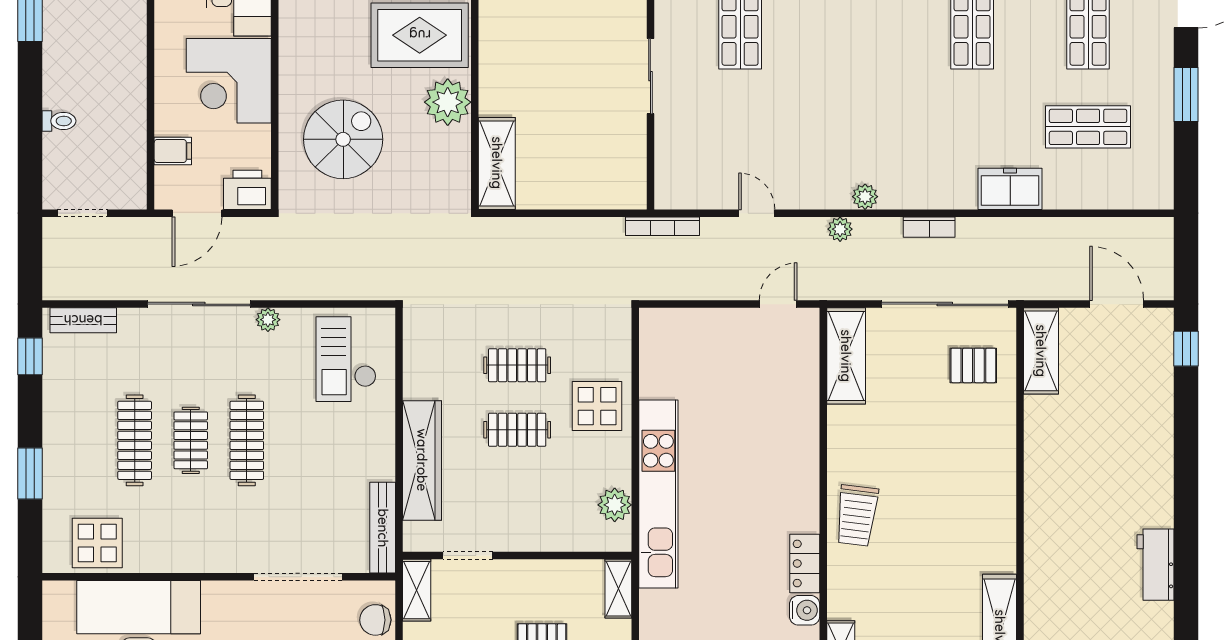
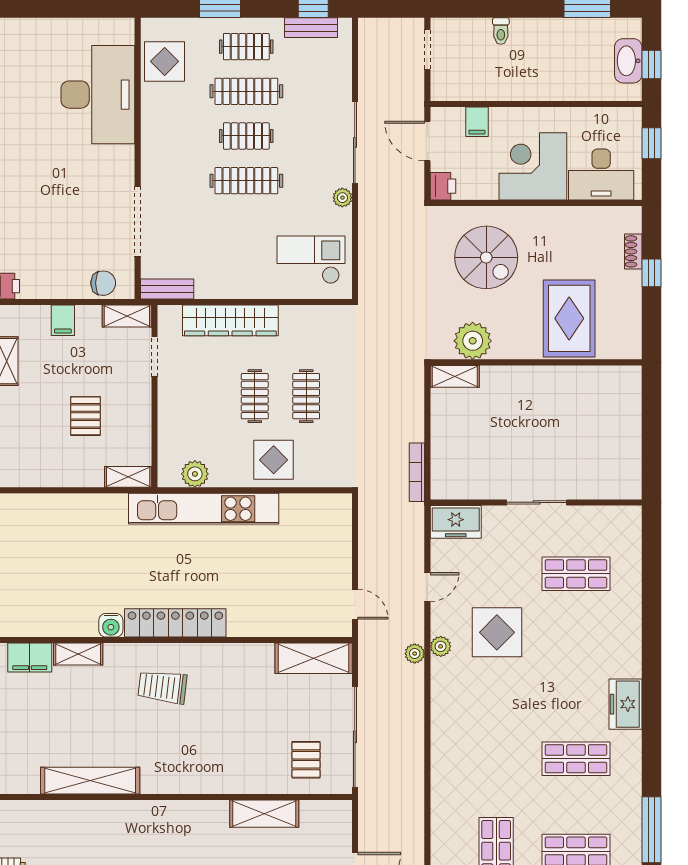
plant: (448, 102) -> (473, 341), moved
display table: (813, 126) -> (497, 632), added
shelving: (497, 163) -> (455, 376), width x0.67, depth x0.75
freezer: (1010, 189) -> (456, 522), moved, turned 90
printer: (247, 190) -> (443, 186), width x0.73, depth x0.81
plant: (865, 197) -> (441, 646), moved
bookcase: (663, 226) -> (417, 472), moved
bookcase: (929, 227) -> (416, 725), removed
bench: (83, 320) -> (311, 28), moved, turned 90
shelving: (1041, 351) -> (264, 814), moved
clothes rail: (79, 440) -> (246, 47), added
trolley: (857, 515) -> (162, 687), moved
bench: (383, 528) -> (167, 289), width x0.73
locker: (805, 563) -> (175, 623), width x2.16, depth x1.21
chair: (375, 620) -> (103, 283), turned 90

